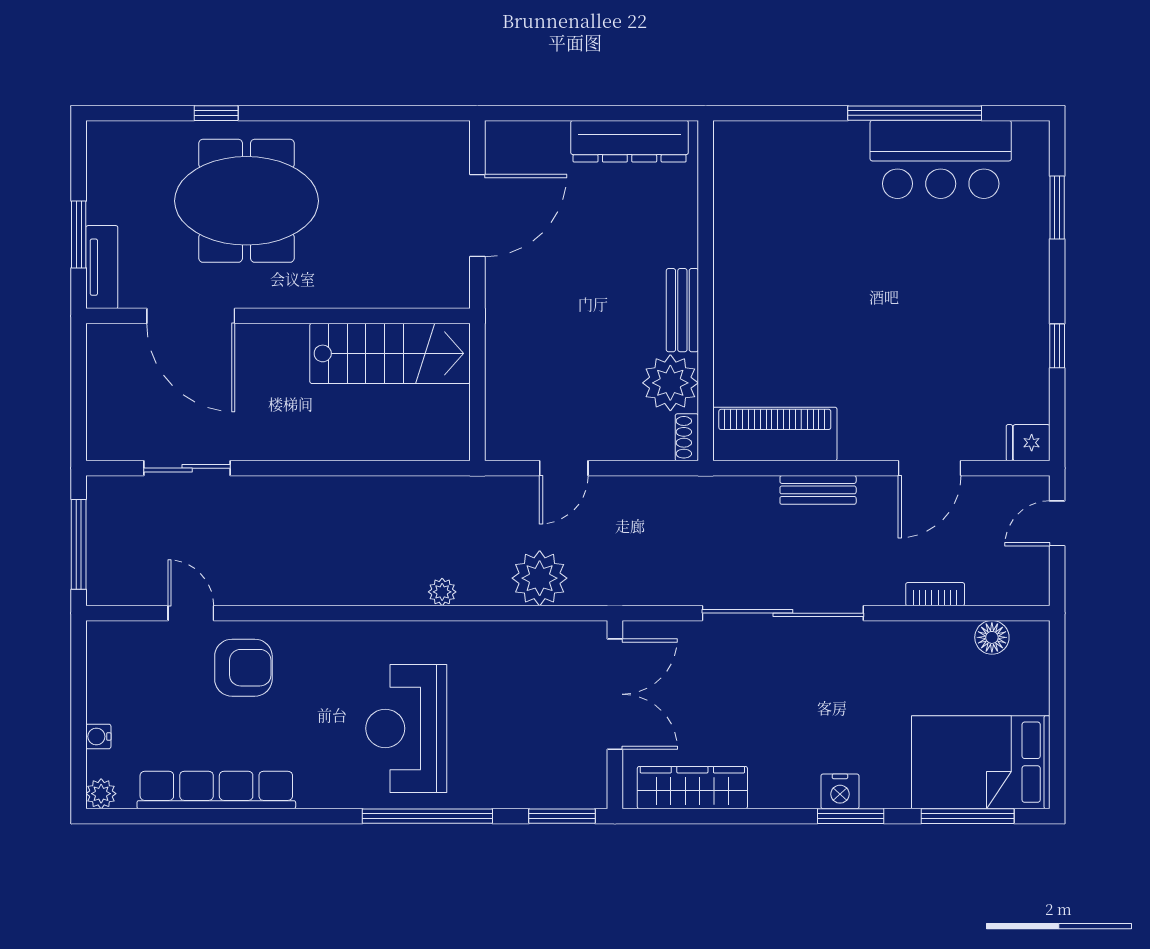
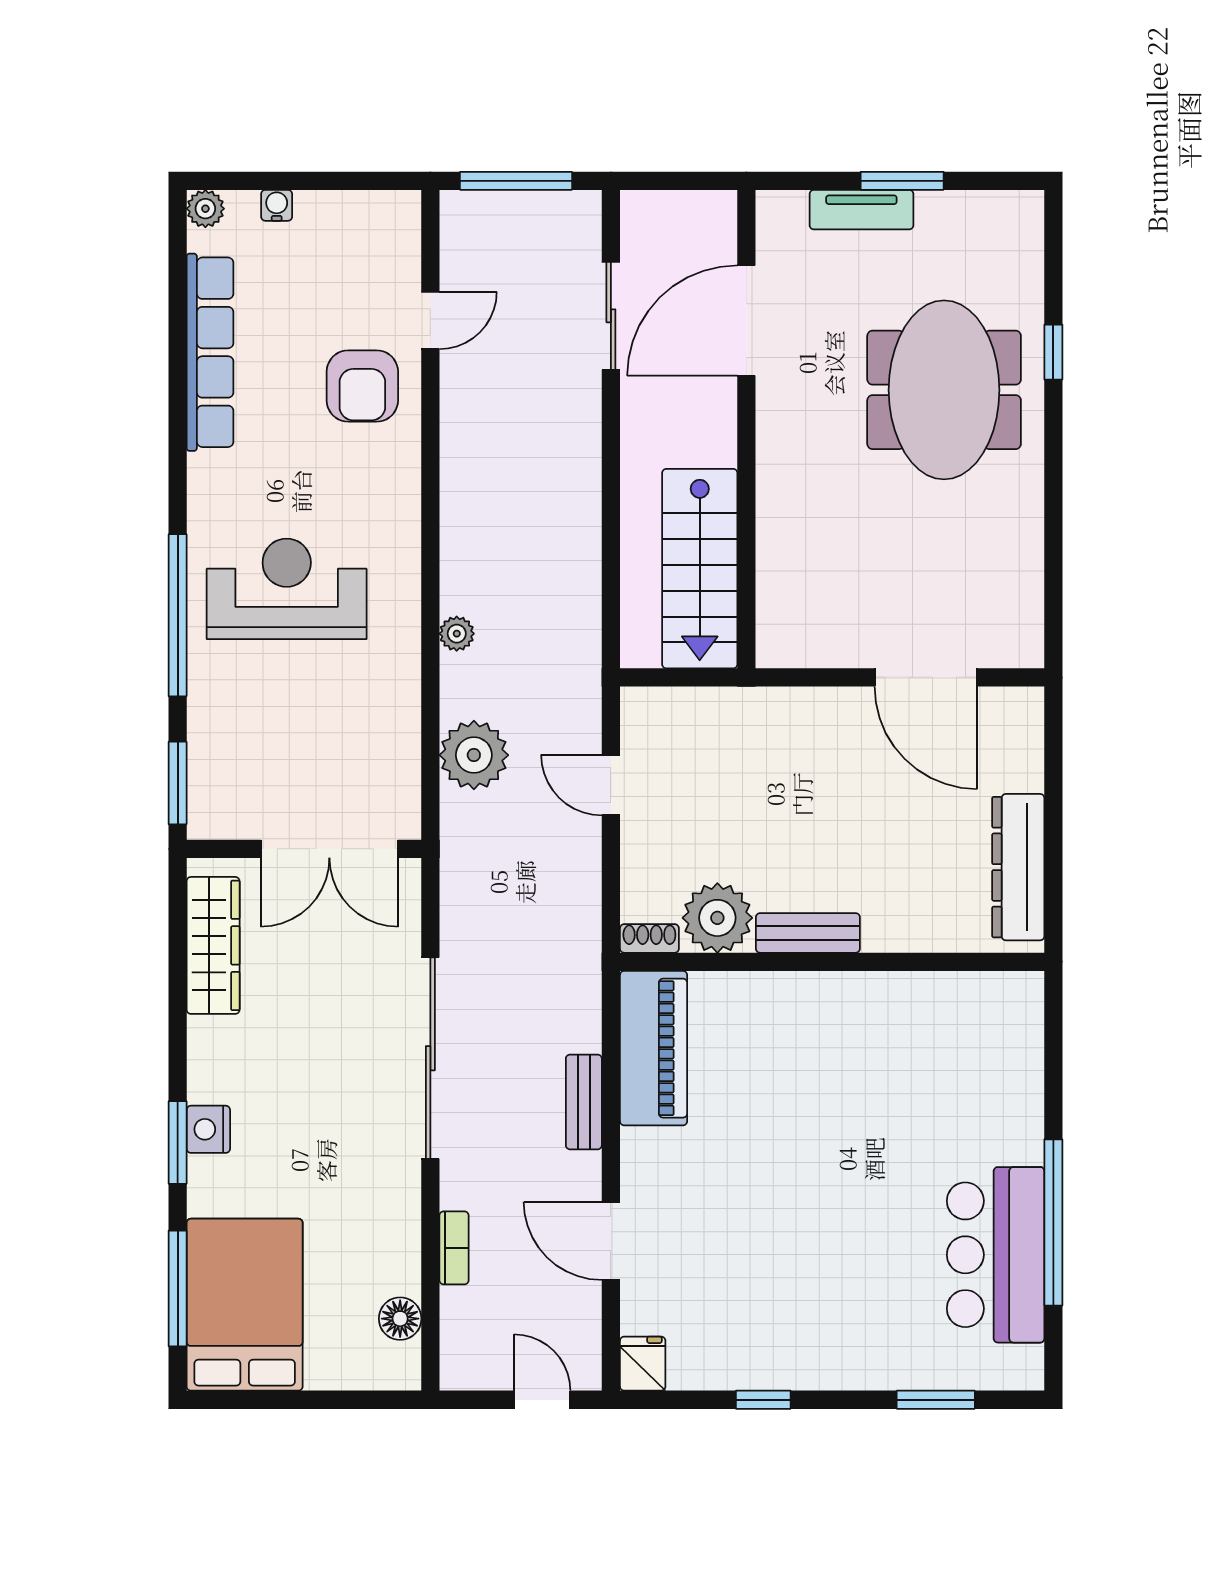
door: (191, 316) -> (746, 320), moved
wall: (278, 316) -> (746, 429), moved
stairs: (390, 353) -> (700, 569), moved

